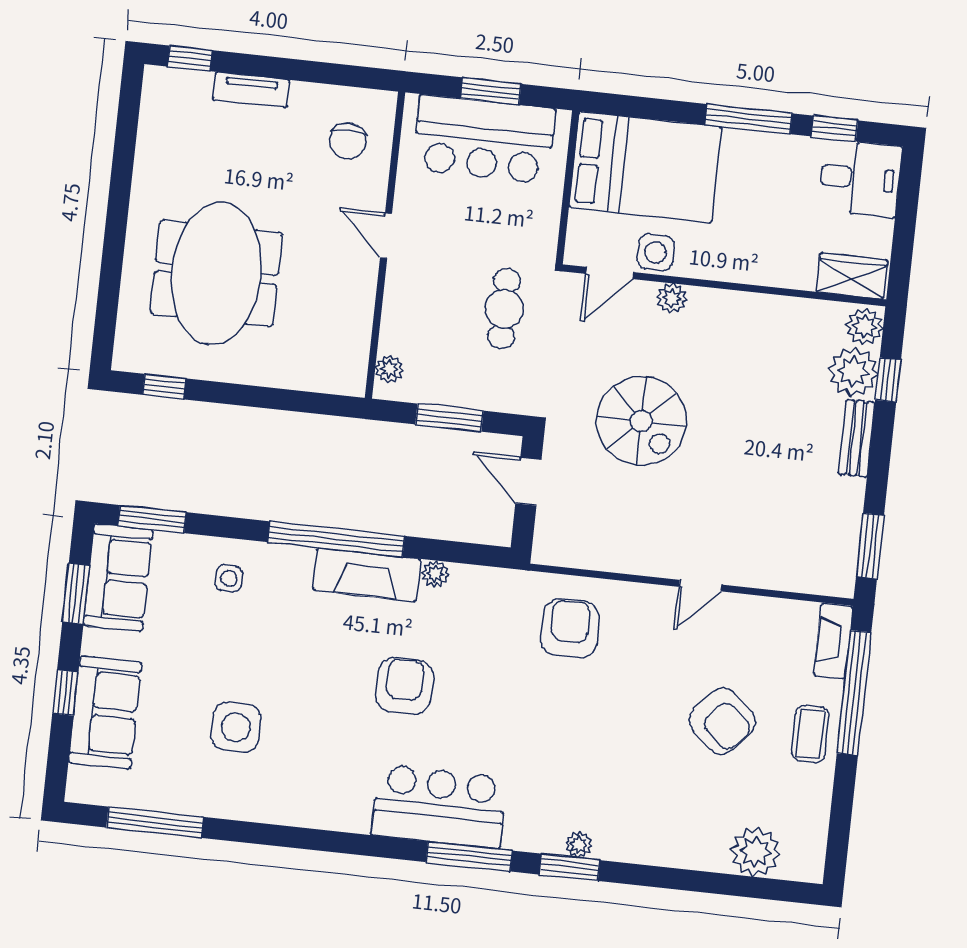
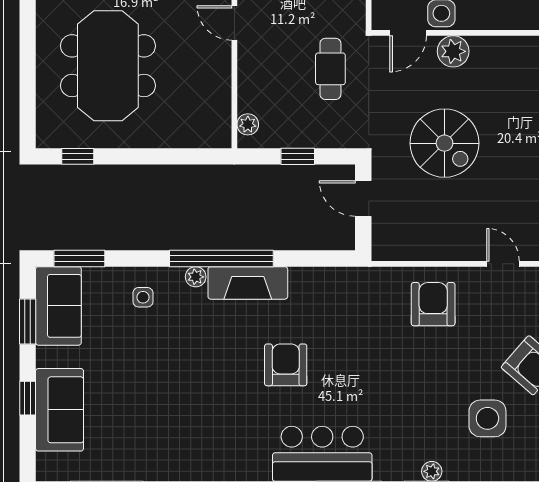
plant: (672, 298) -> (453, 51), width x1.38, depth x1.38
window: (449, 418) -> (298, 156), width x0.67
plant: (435, 574) -> (196, 277), moved
door: (700, 586) -> (503, 264), swing flipped
armchair: (570, 628) -> (433, 304), moved
side table: (236, 727) -> (487, 418), moved

